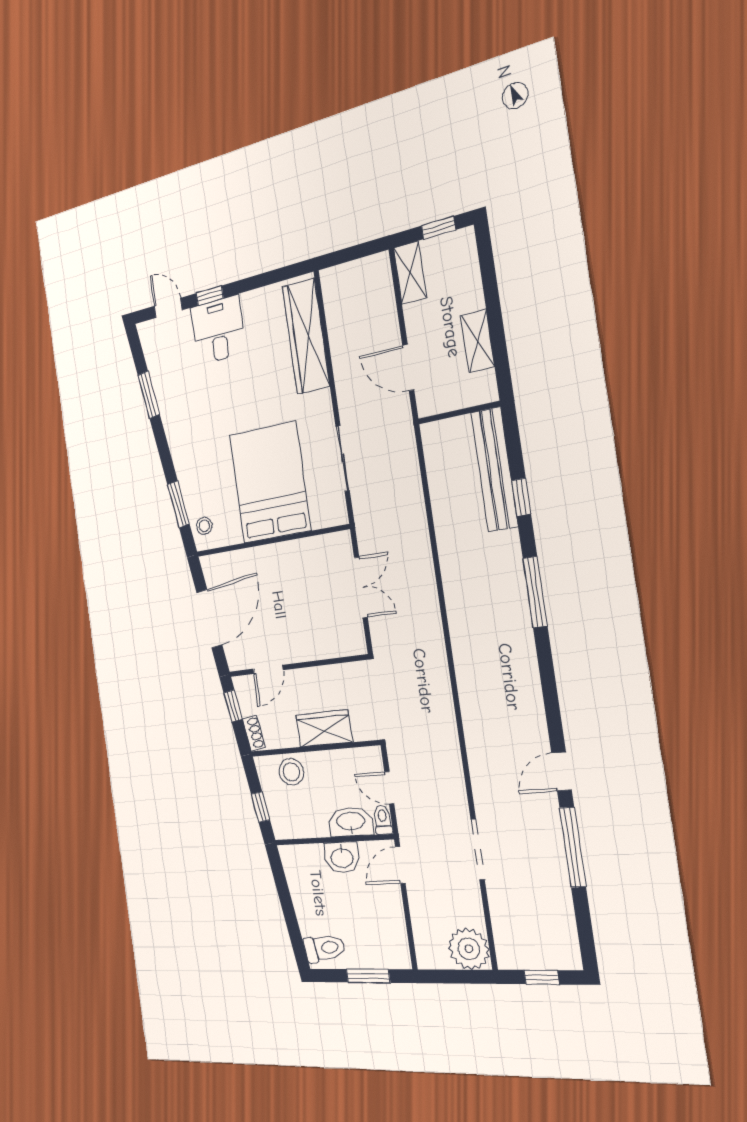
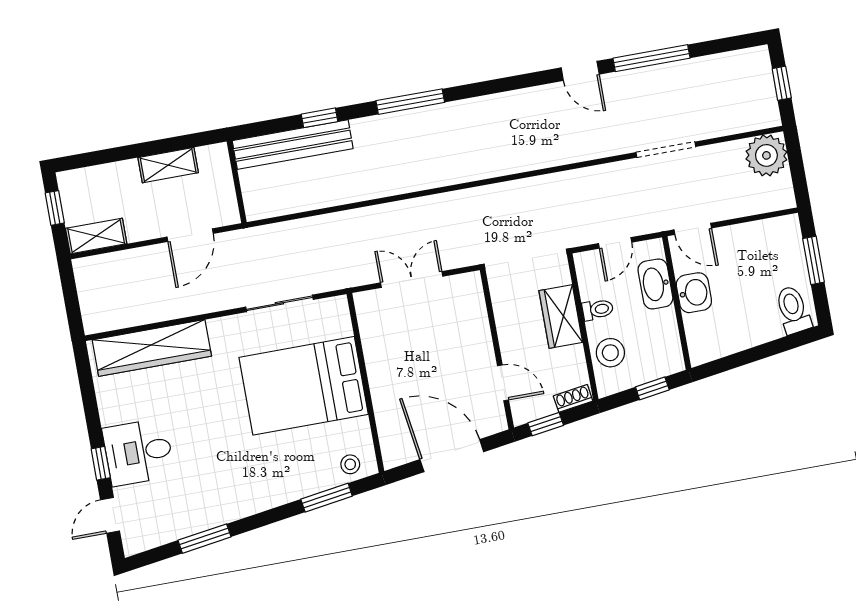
toilet: (383, 820) -> (598, 310), moved, turned 180

